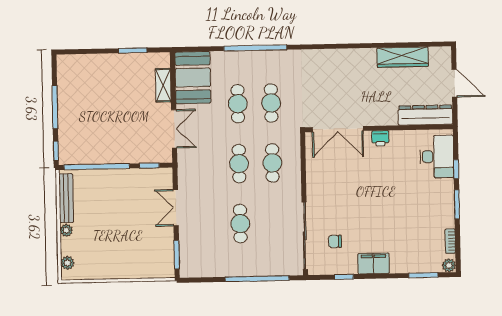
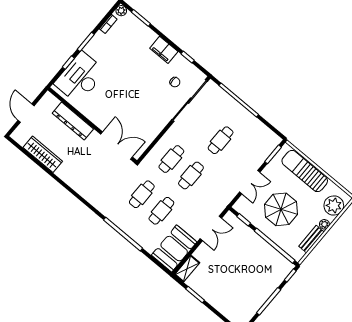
shelving: (163, 85) -> (187, 269), moved
dresser: (425, 115) -> (73, 121), moved
double door: (174, 129) -> (211, 228), swing flipped
printer: (380, 138) -> (97, 119), removed
desk: (437, 157) -> (80, 78), width x1.36, depth x1.30
bench: (66, 198) -> (311, 239), width x0.73
parasol: (122, 208) -> (281, 209), added
plant: (67, 263) -> (334, 206), width x1.87, depth x1.87
sun lounger: (131, 266) -> (305, 171), added

